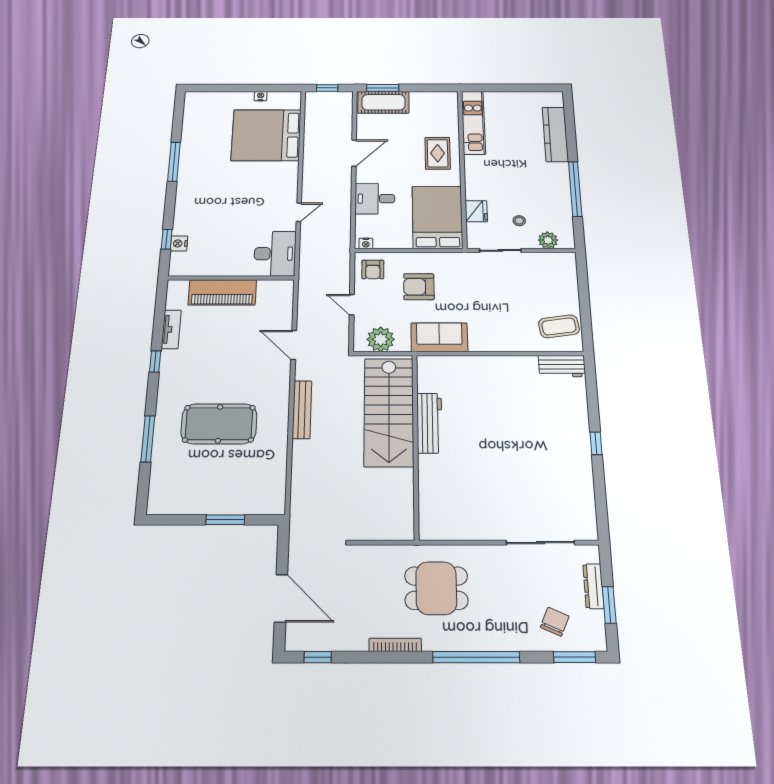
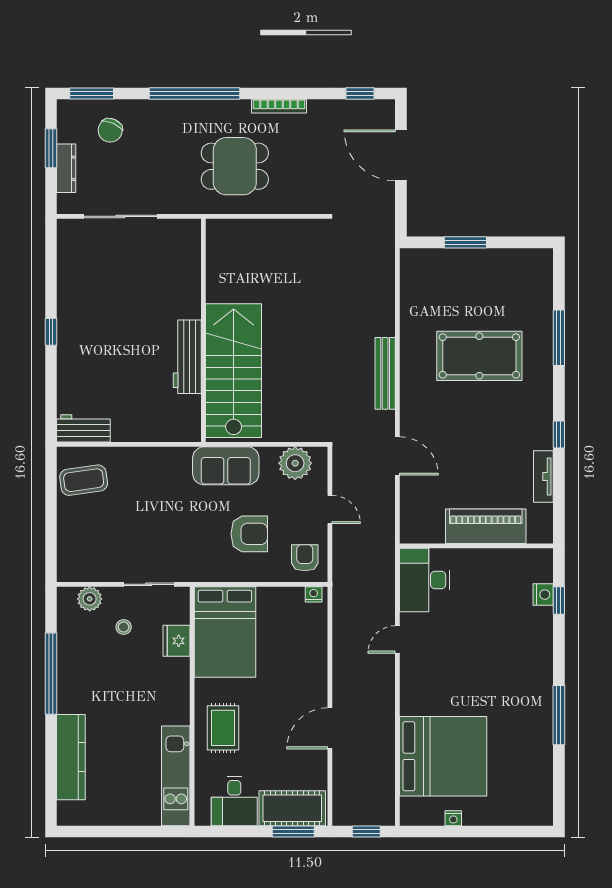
desk: (375, 199) -> (234, 801), moved, turned 90
stairs: (389, 412) -> (234, 371), moved
workbench: (429, 423) -> (187, 357), moved
wall: (416, 445) -> (203, 330), moved

